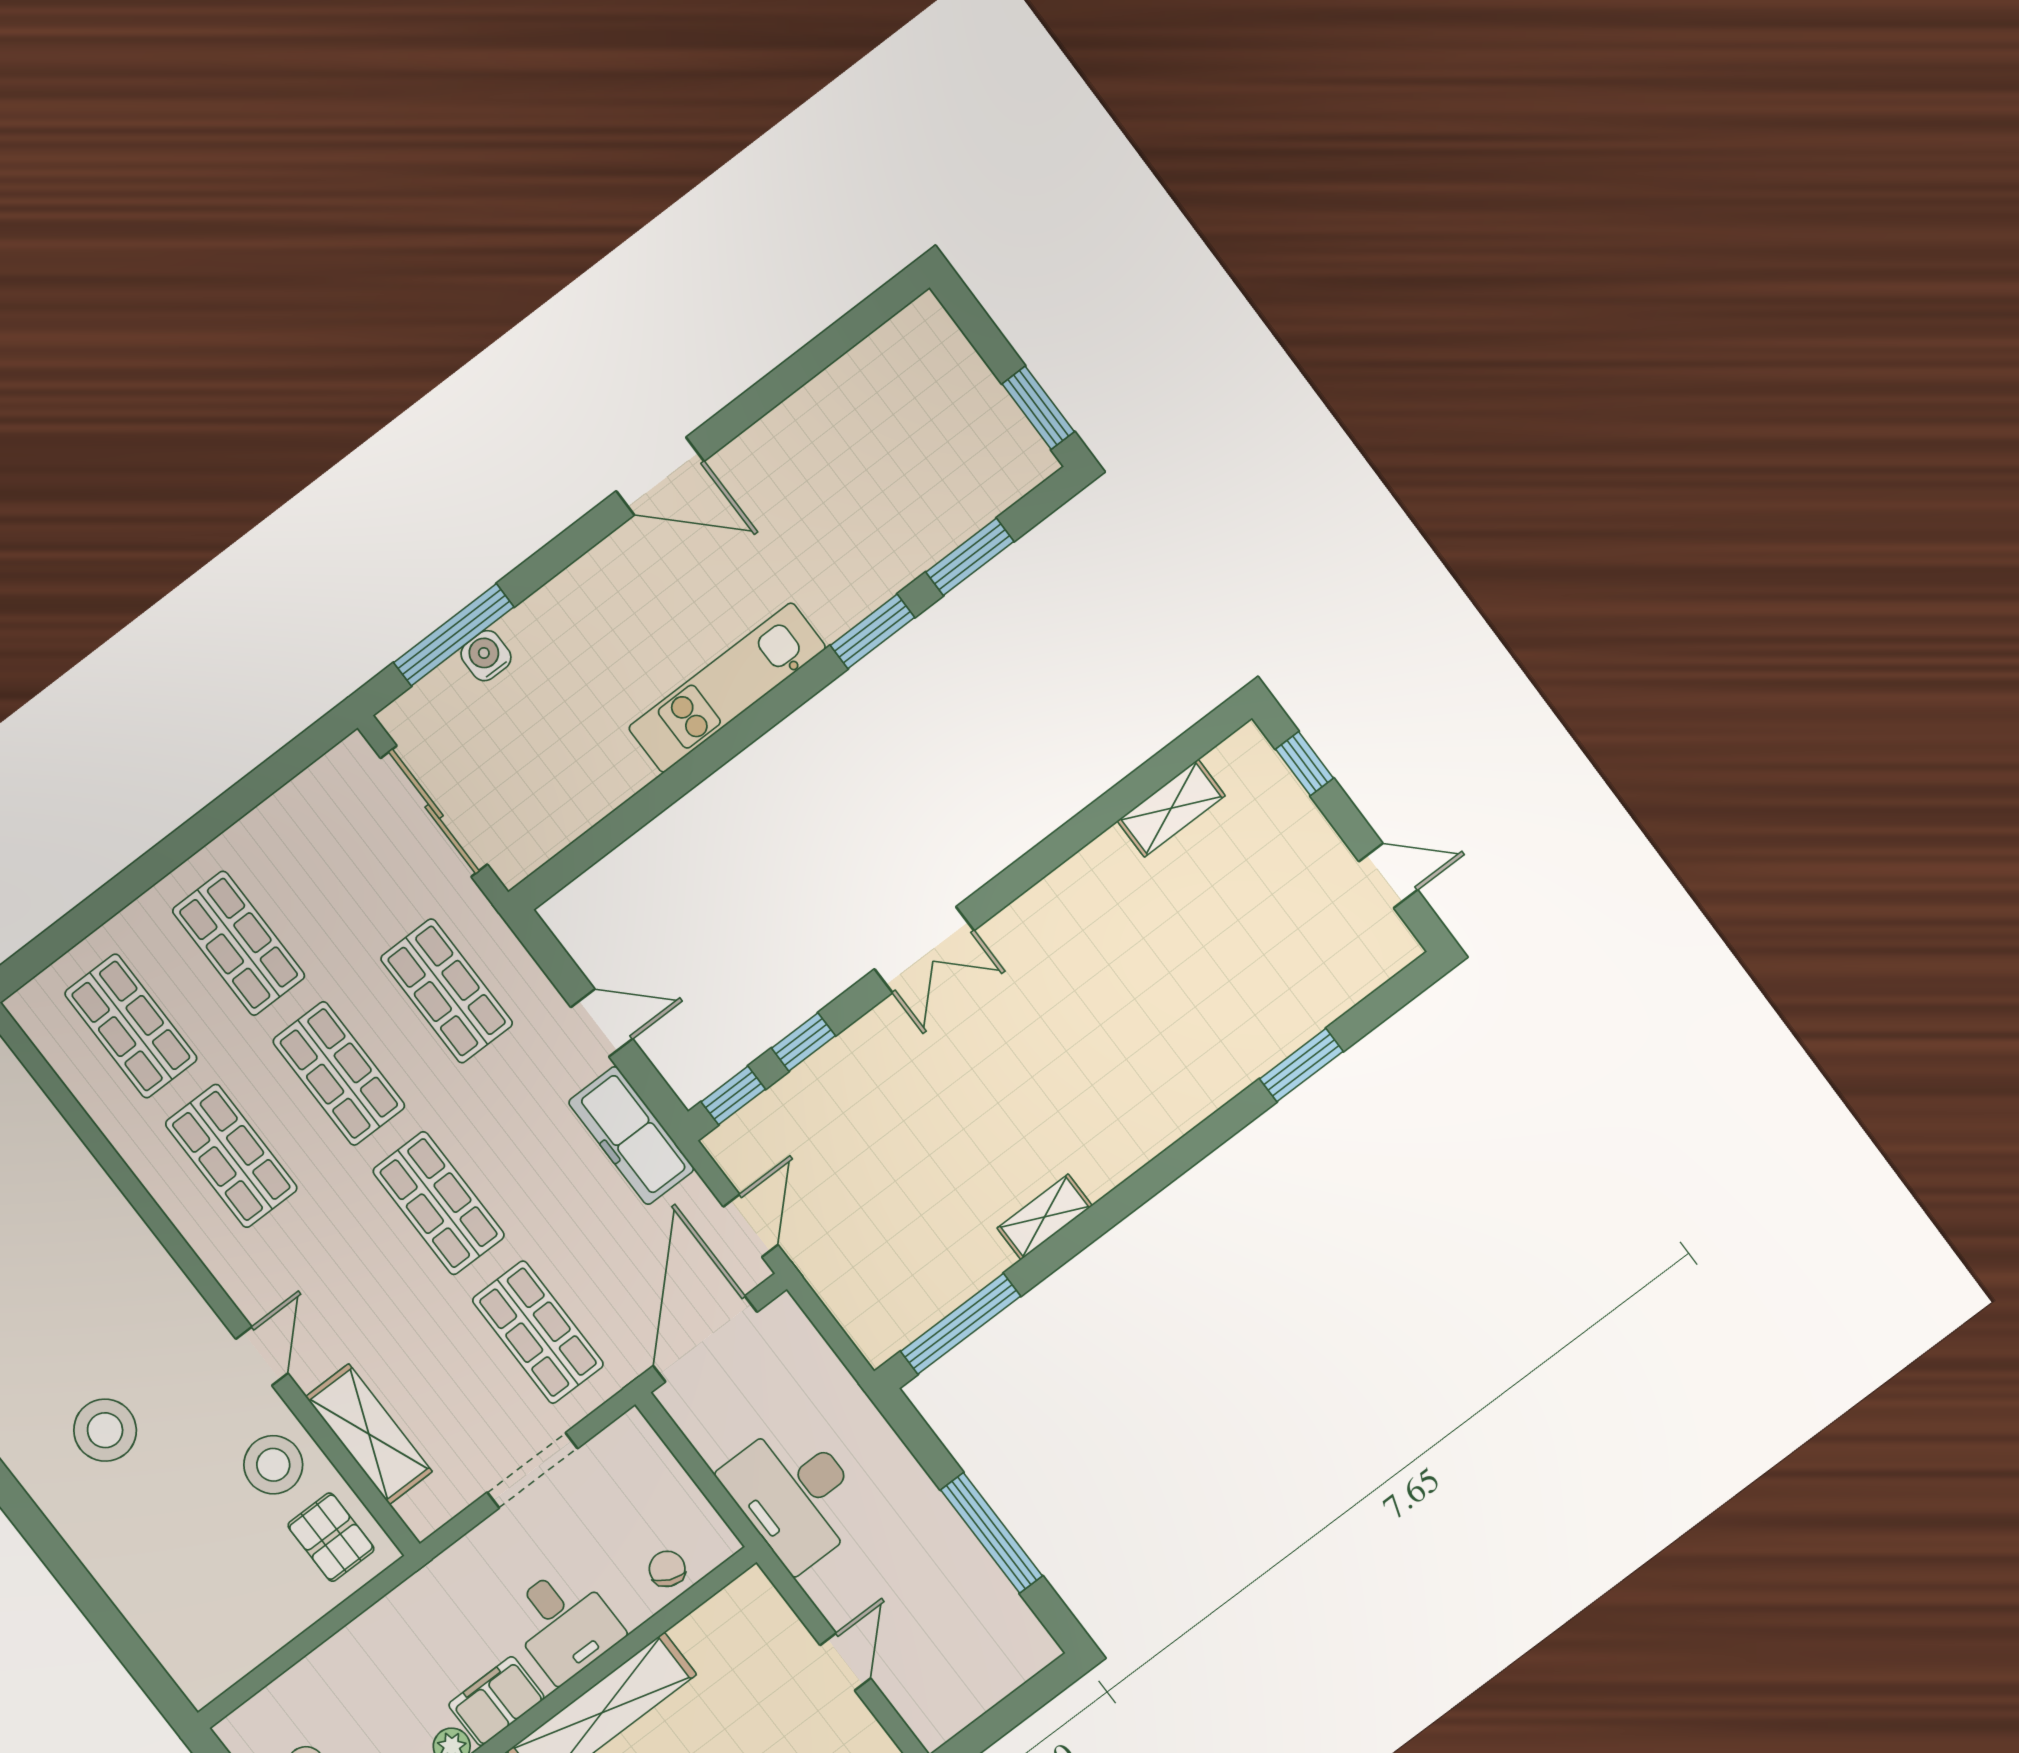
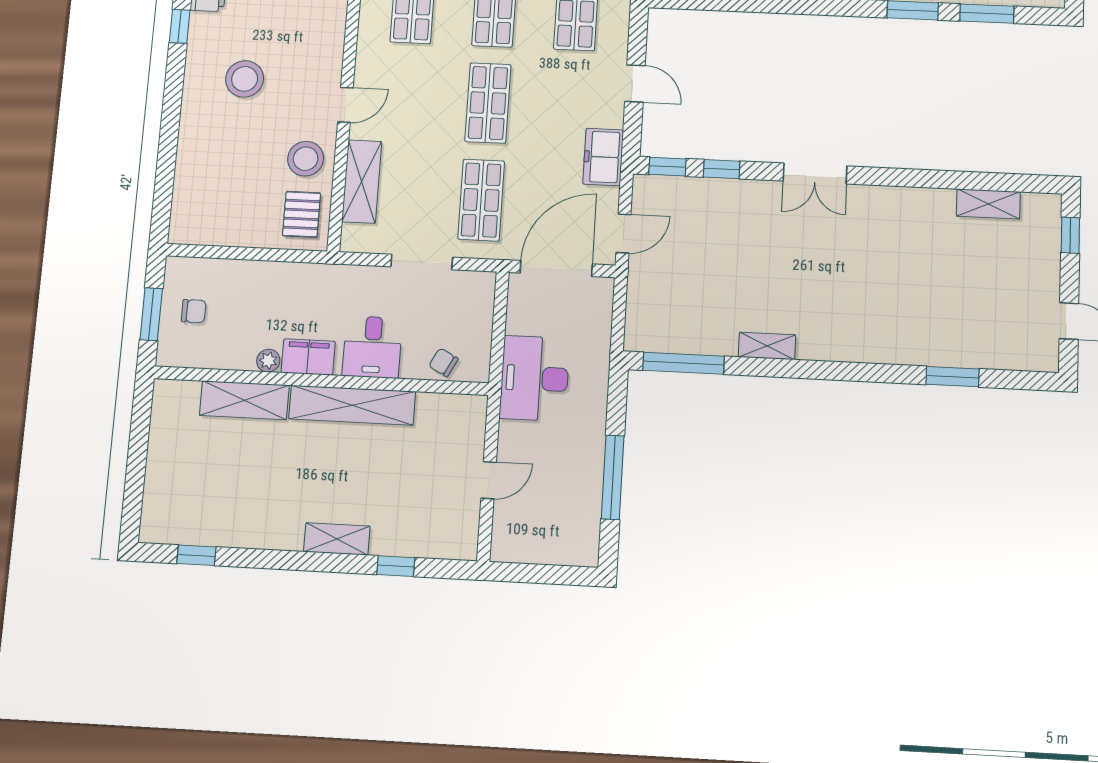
freezer: (631, 1136) -> (603, 157), width x0.71
chair: (667, 1569) -> (443, 362), turned -86

